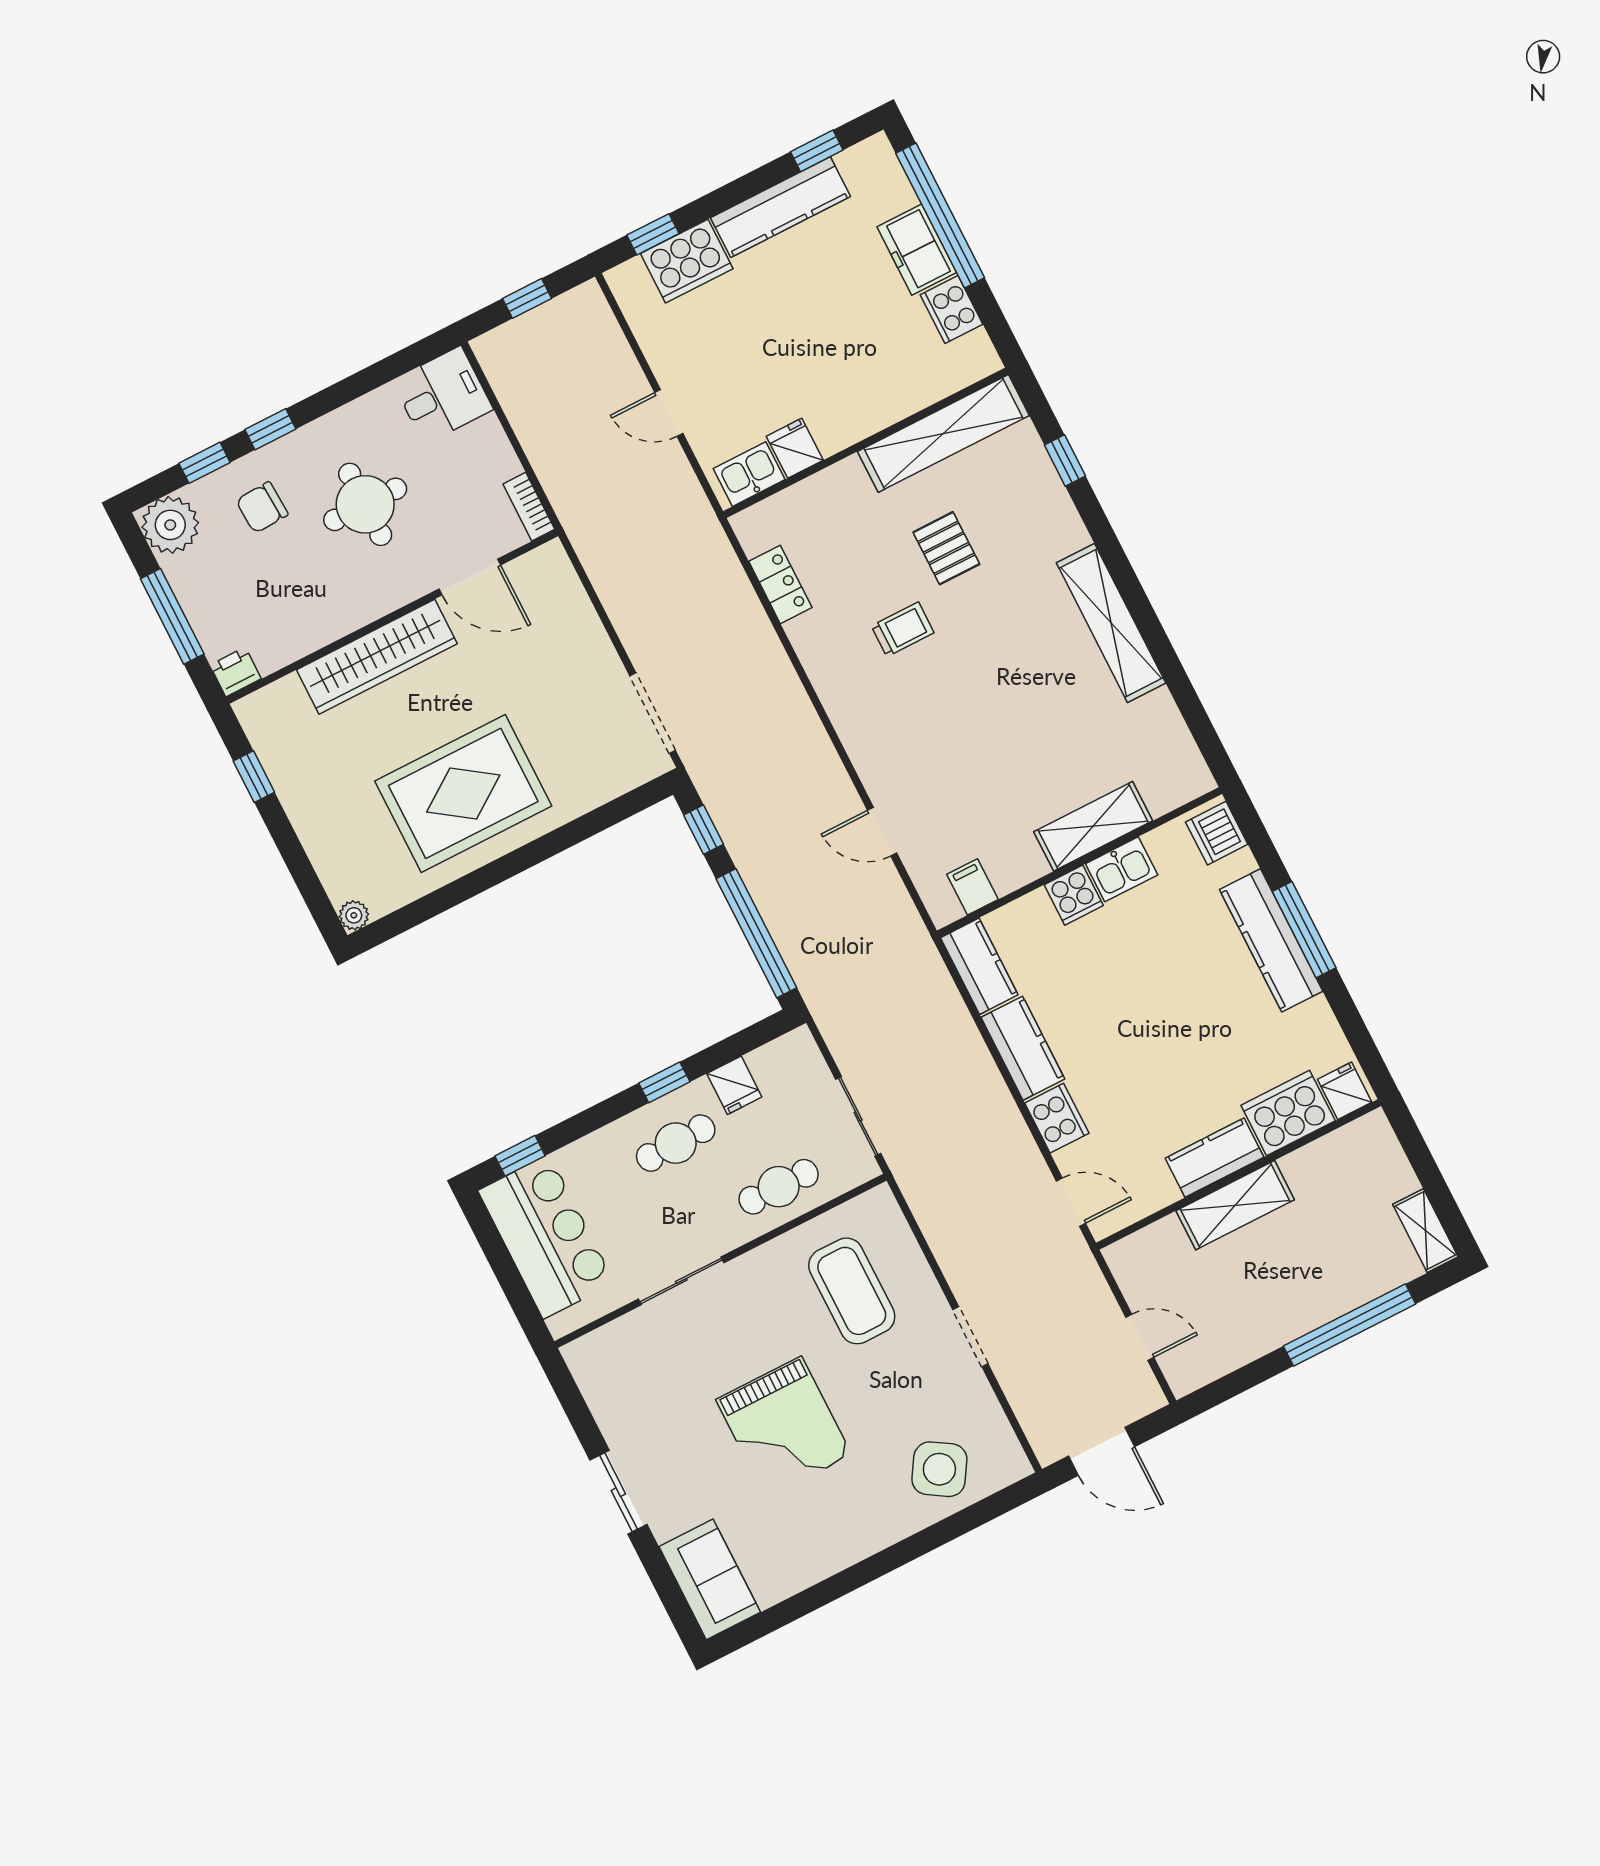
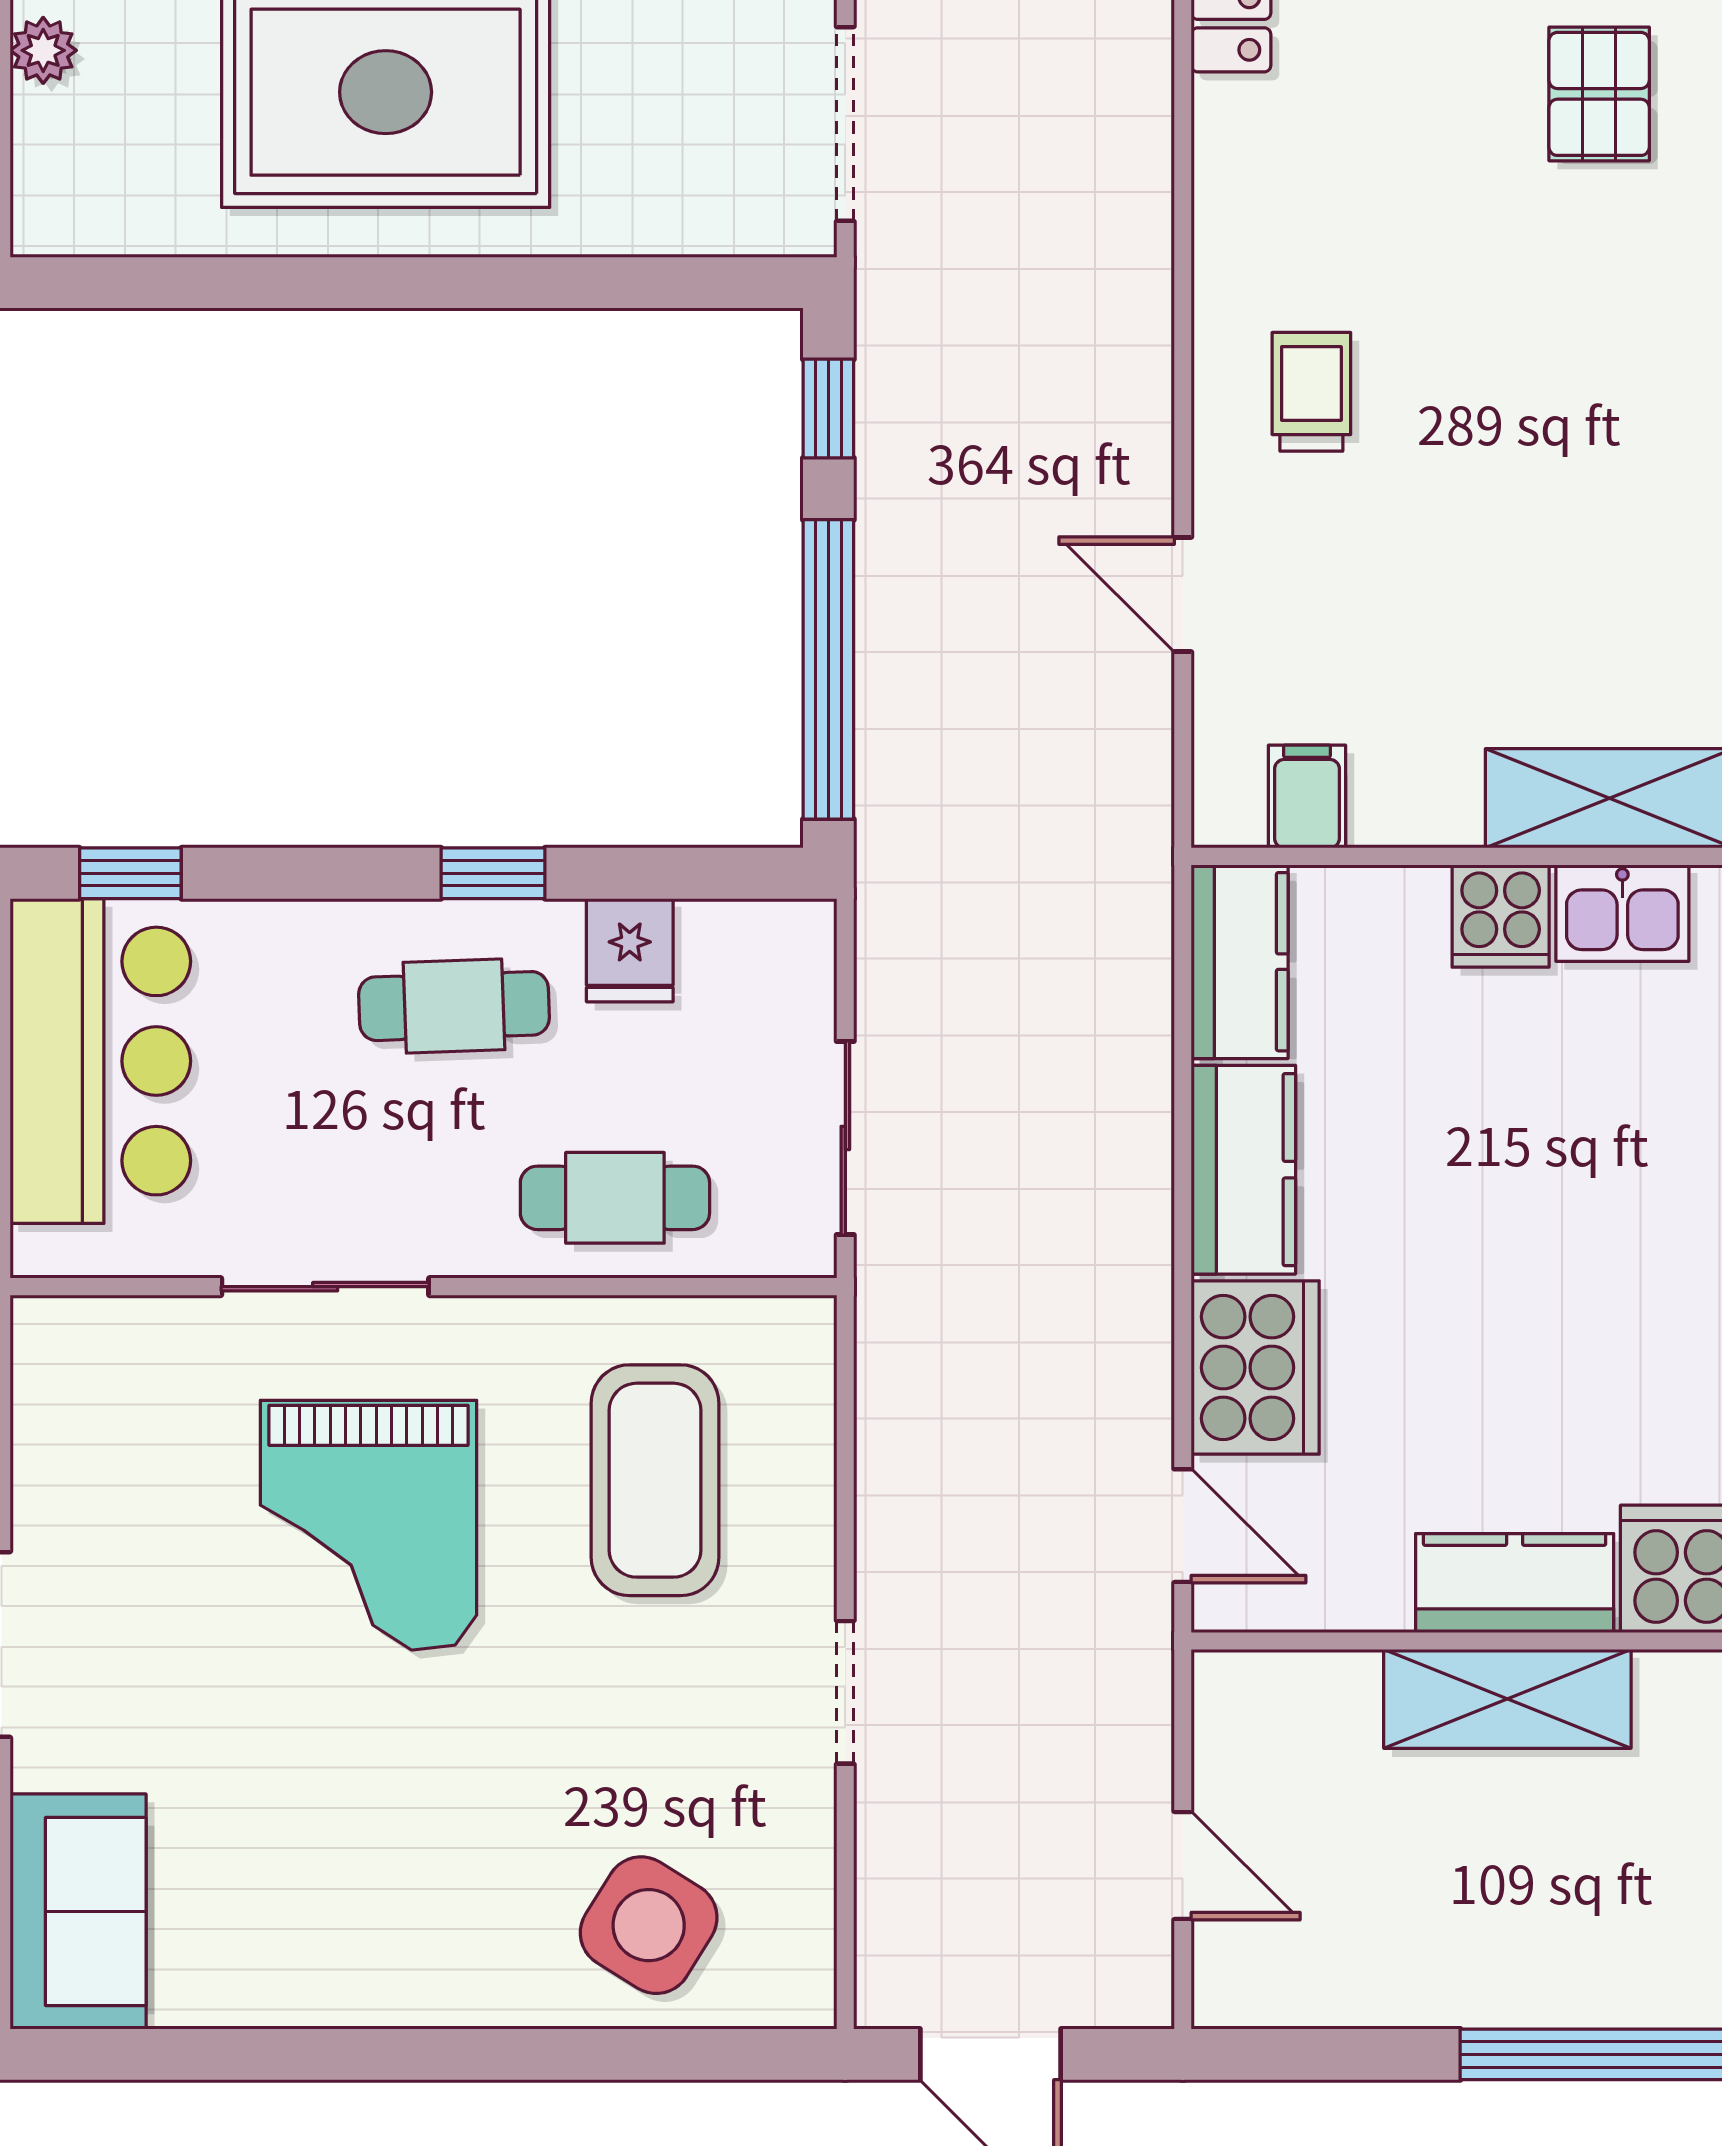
trolley: (903, 629) -> (1311, 392), moved, turned -90
plant: (354, 915) -> (43, 50), moved
cooker: (1057, 1118) -> (1255, 1367), width x1.37, depth x1.31
grand piano: (784, 1427) -> (368, 1525), moved

